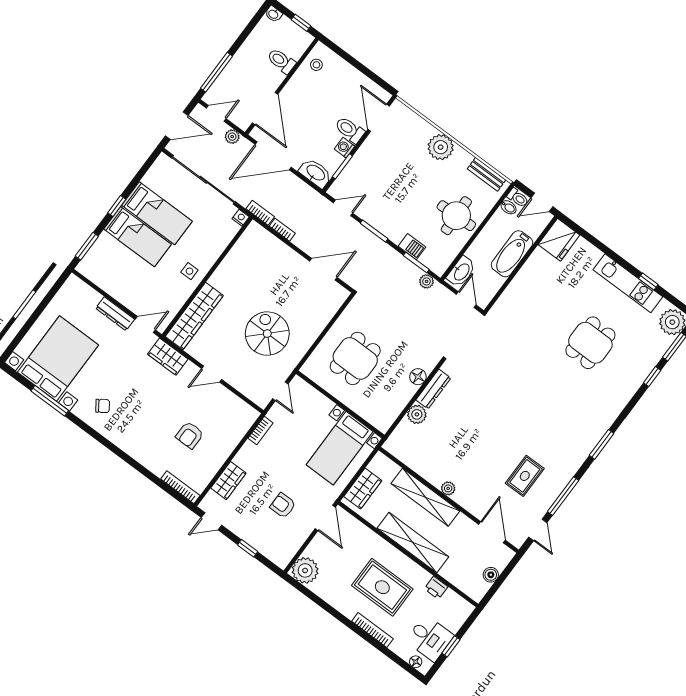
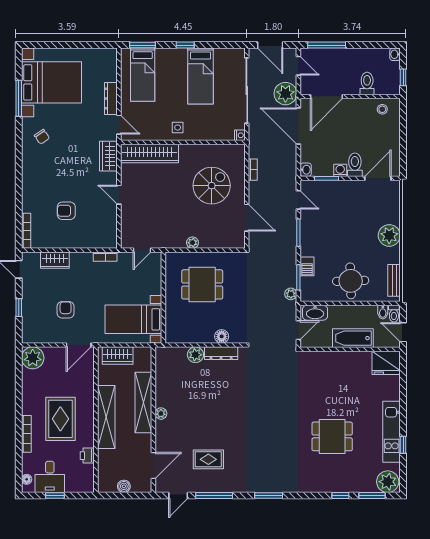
plant: (232, 137) -> (285, 94), width x1.88, depth x1.88
washbasin: (315, 173) -> (306, 170), width x0.52, depth x0.69
bookcase: (260, 213) -> (253, 146), removed
bed: (138, 237) -> (143, 75), moved
spiral stairs: (267, 334) -> (212, 186), moved
plant: (309, 338) -> (192, 243), added

